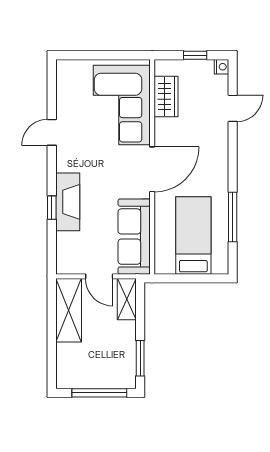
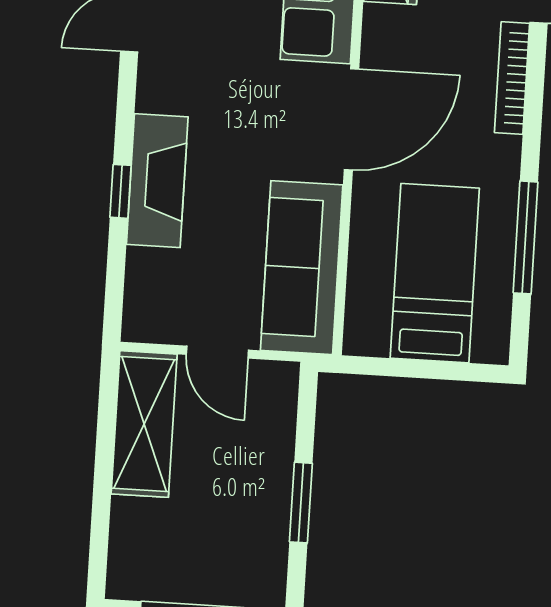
bookcase: (222, 147) -> (512, 78), added
shelving: (127, 299) -> (277, 407), removed
window: (140, 358) -> (301, 503), moved

